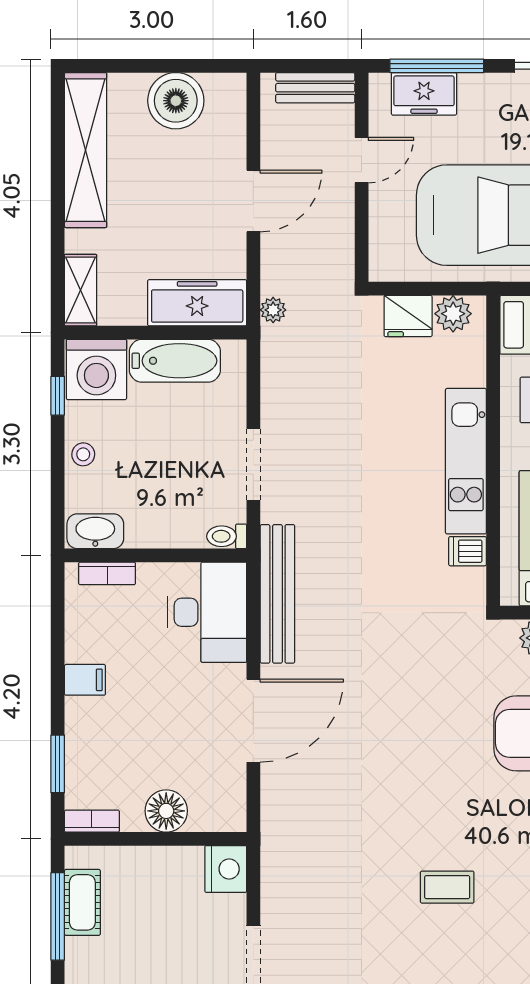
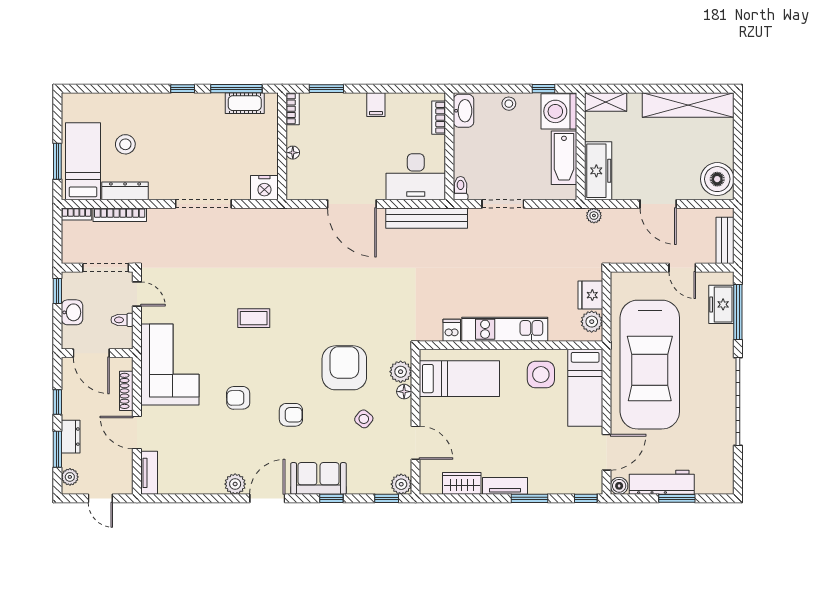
boiler: (176, 101) -> (717, 179), moved
floor lamp: (166, 811) -> (293, 153), width x0.53, depth x0.53
coffee table: (447, 887) -> (254, 318), turned 90

